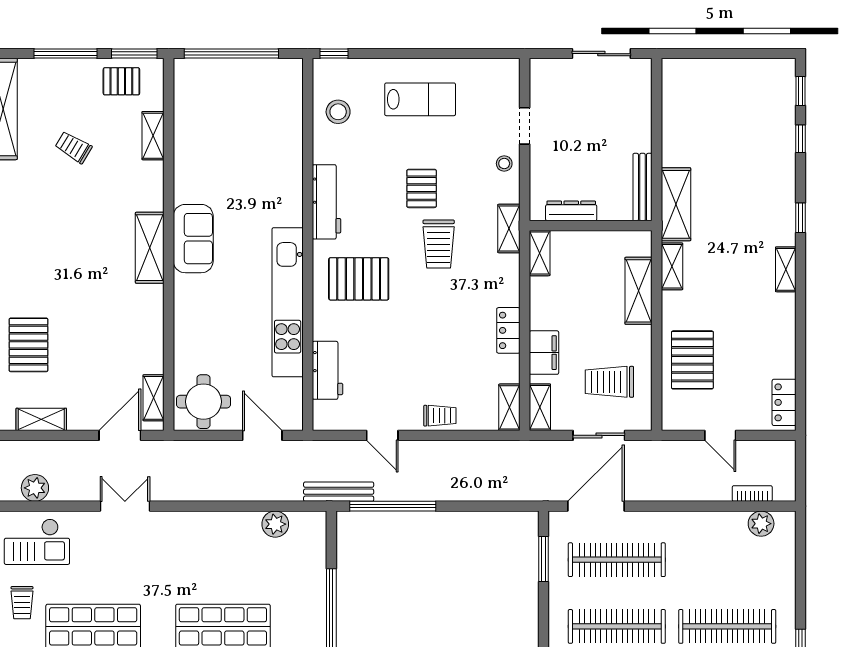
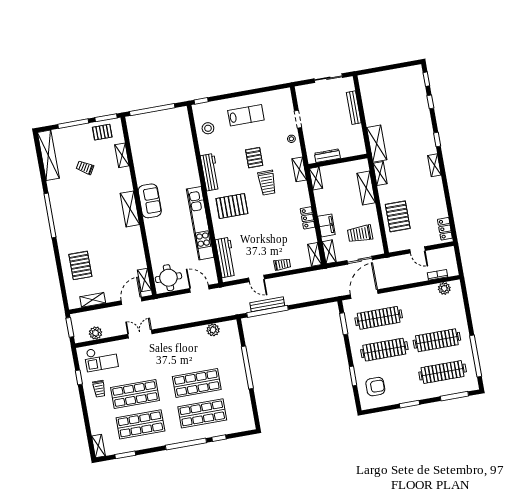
bench: (642, 187) -> (354, 108), moved
workbench: (328, 370) -> (226, 257), width x1.38
bench: (339, 492) -> (267, 304), moved

